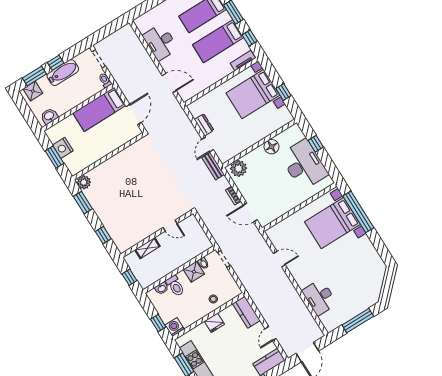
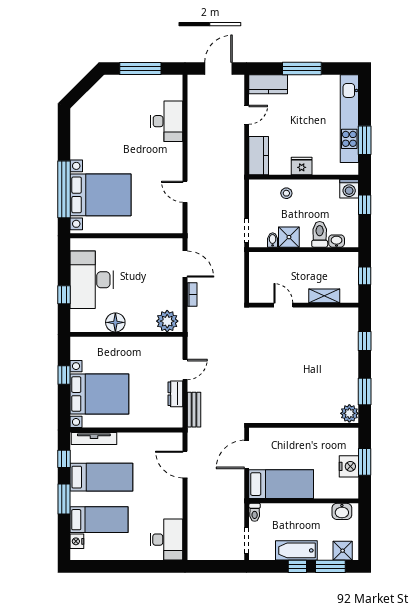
desk: (160, 42) -> (166, 540), moved
tv unit: (243, 61) -> (94, 438), width x1.41
bench: (213, 166) -> (194, 410), moved

